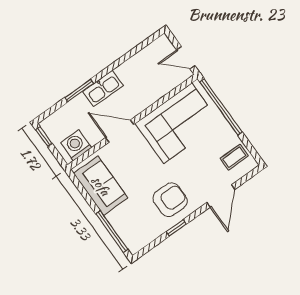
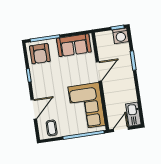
kitchen sink: (103, 88) -> (133, 114), moved
washing machine: (76, 145) -> (121, 36), moved, turned 90
door: (221, 196) -> (34, 109), swing flipped
armchair: (170, 200) -> (40, 54), moved

